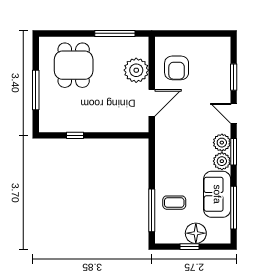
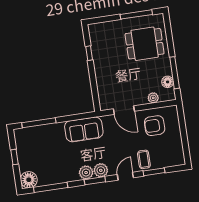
floor lamp: (125, 44) -> (168, 82), added
plant: (136, 70) -> (153, 98), width x0.53, depth x0.53
window: (36, 90) -> (136, 14), moved
sofa: (217, 194) -> (84, 129), moved, turned 180
coffee table: (174, 203) -> (144, 159), moved
floor lamp: (196, 233) -> (29, 180), moved

